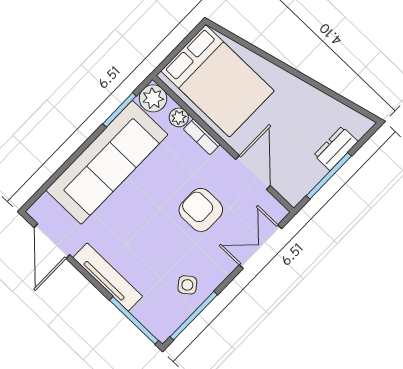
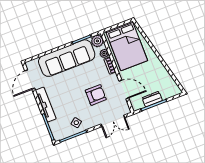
dresser: (336, 148) -> (152, 99), moved
door: (253, 173) -> (124, 90), hinge flipped
armchair: (201, 210) -> (96, 95), turned 90
double door: (260, 247) -> (113, 121), swing flipped

